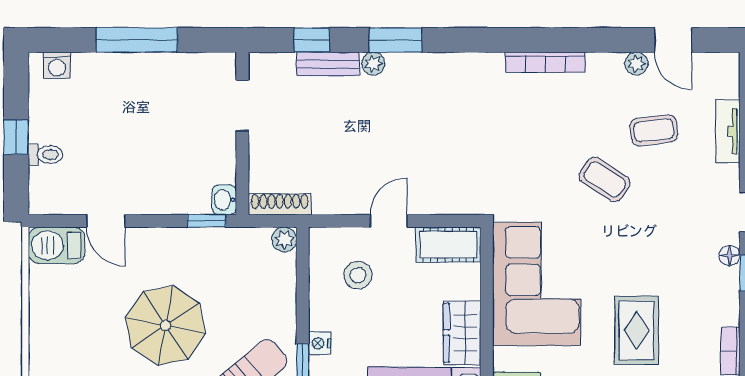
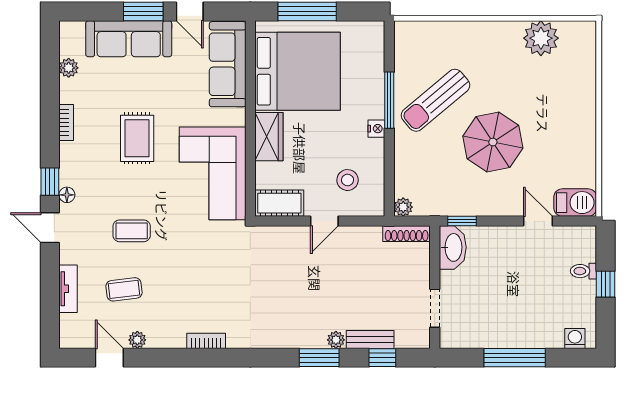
bookcase: (545, 62) -> (206, 341), width x0.64
coffee table: (605, 179) -> (132, 231), moved, turned -33
washbasin: (224, 200) -> (453, 247), width x1.91, depth x1.45

